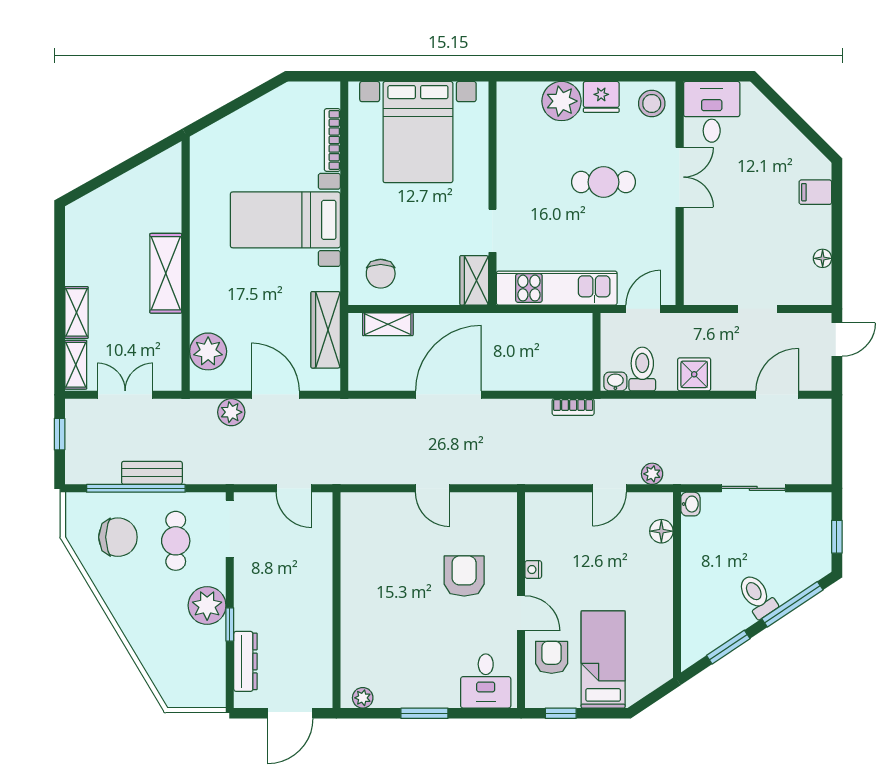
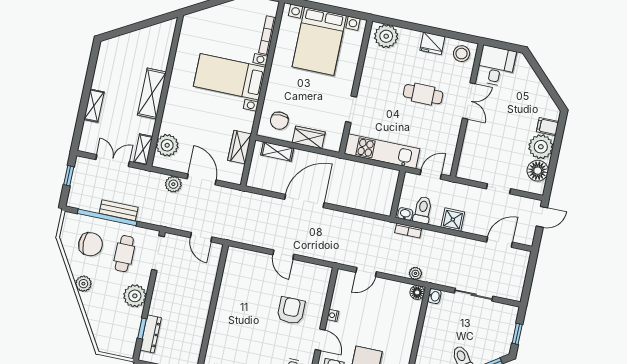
plant: (562, 101) -> (386, 36), moved
plant: (811, 227) -> (541, 147), added
floor lamp: (823, 258) -> (538, 171), width x1.89, depth x1.89
wardrobe: (474, 280) -> (309, 137), moved, turned 90
wardrobe: (326, 330) -> (240, 147), width x0.67
shelving: (76, 365) -> (143, 150), moved
bookcase: (573, 407) -> (408, 230), moved
door: (609, 488) -> (366, 272), moved
floor lamp: (661, 531) -> (417, 292), moved
plant: (120, 603) -> (83, 284), added
window: (230, 624) -> (142, 329), moved

